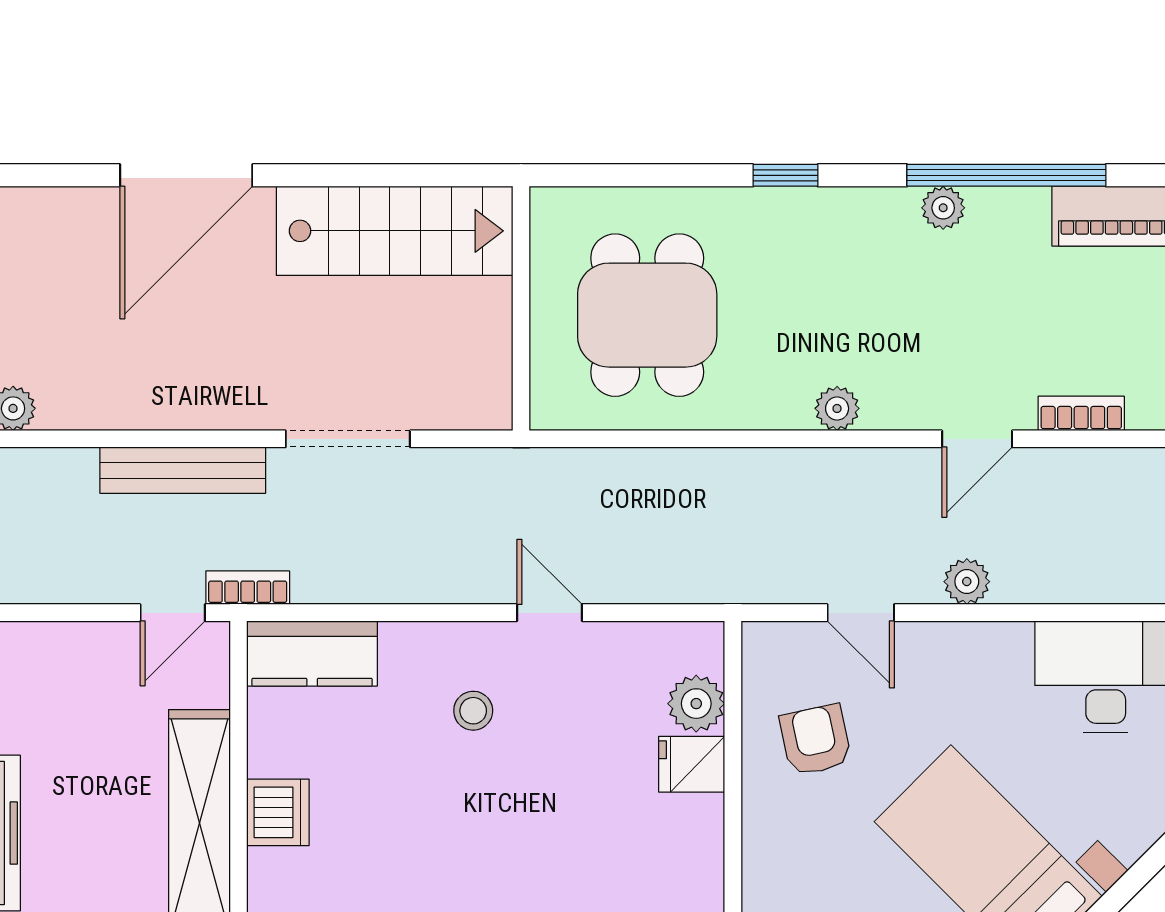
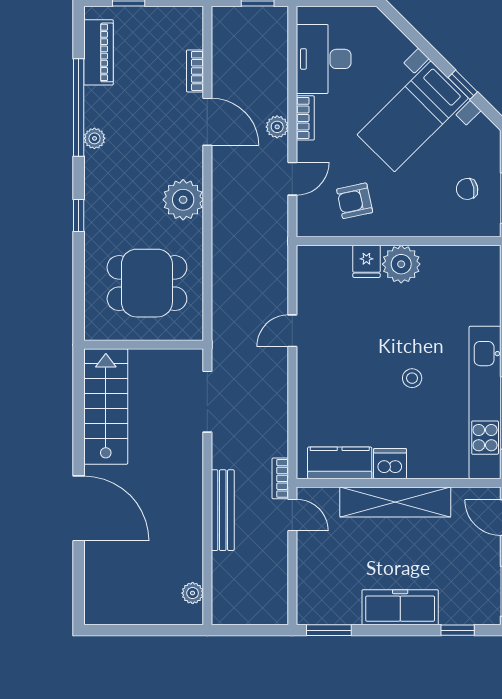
plant: (837, 408) -> (183, 200), width x1.88, depth x1.88
doorway: (348, 439) -> (207, 402), moved
door: (977, 439) -> (207, 122), width x1.38
bookcase: (985, 639) -> (305, 118), added
kitchen counter: (312, 653) -> (340, 463), moved, turned -90
plant: (696, 704) -> (401, 264), moved, width x1.36, depth x1.36
stool: (473, 711) -> (412, 378), moved

